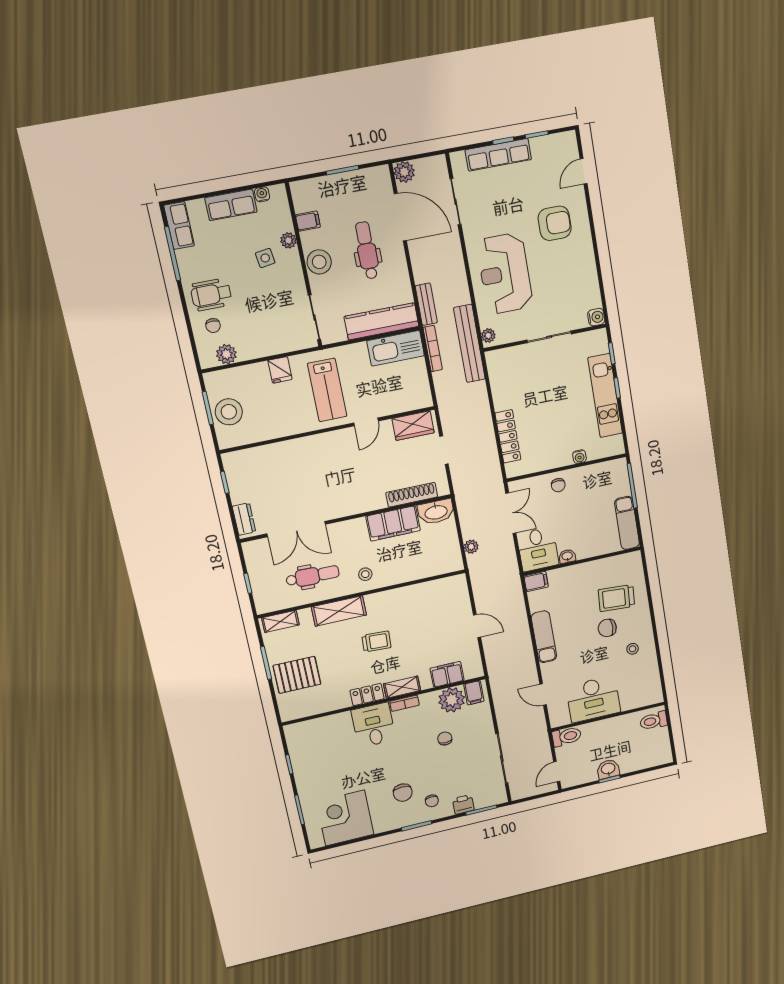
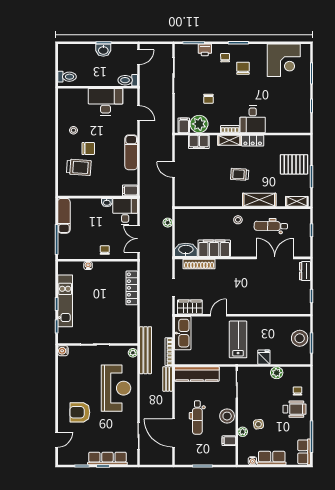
plant: (404, 172) -> (166, 459), removed
kitchen sink: (396, 348) -> (183, 333), moved, turned 90
plant: (226, 354) -> (277, 373), moved

